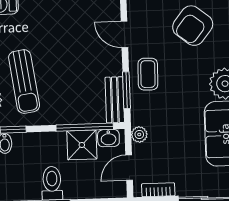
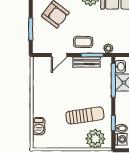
bench: (115, 100) -> (87, 62), moved
plant: (139, 134) -> (108, 48), moved

